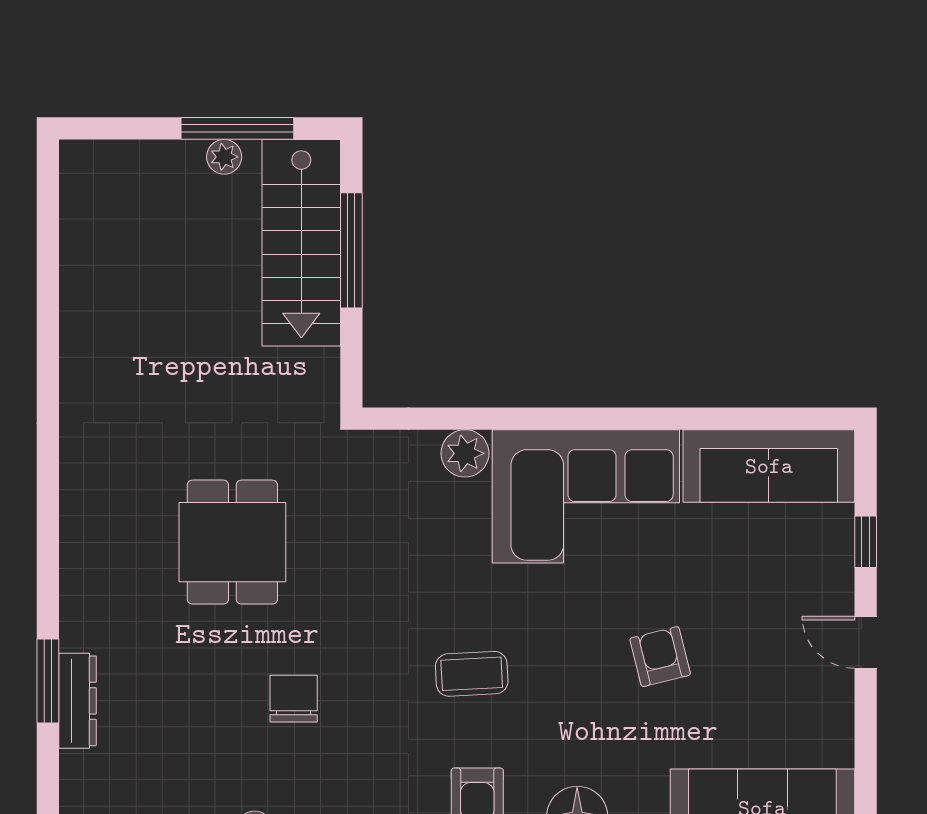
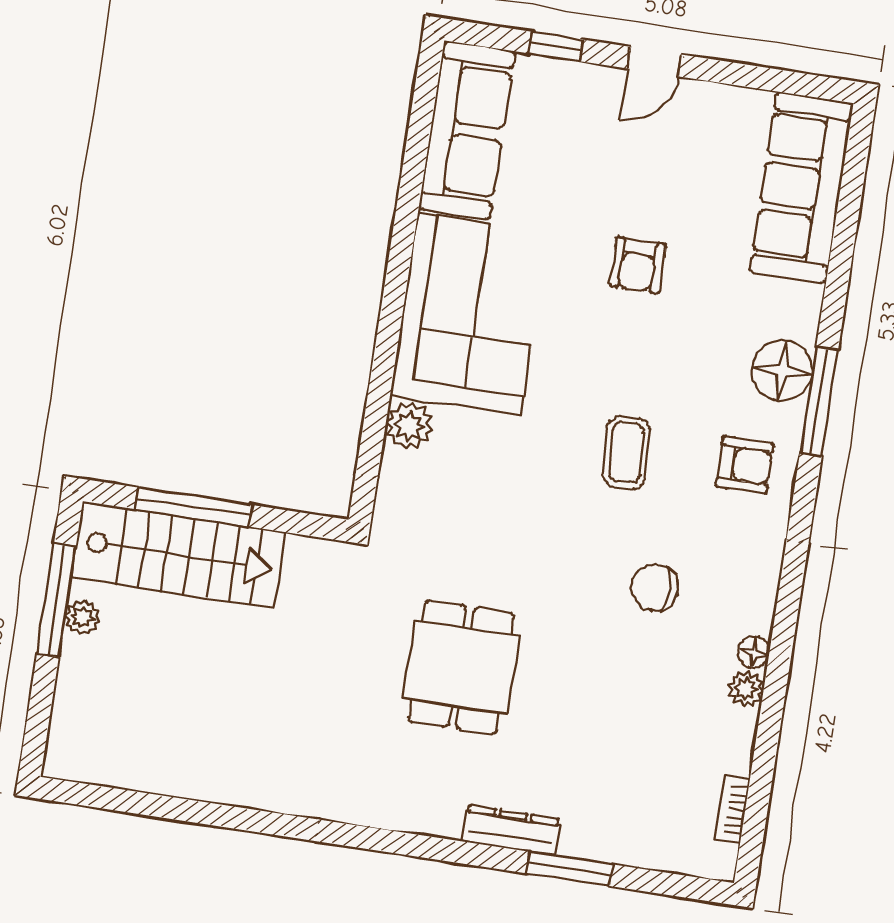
dining table: (232, 542) -> (461, 667), turned 90
armchair: (660, 657) -> (638, 265), turned -76
chair: (294, 699) -> (655, 588), moved
dresser: (78, 701) -> (511, 830), moved

